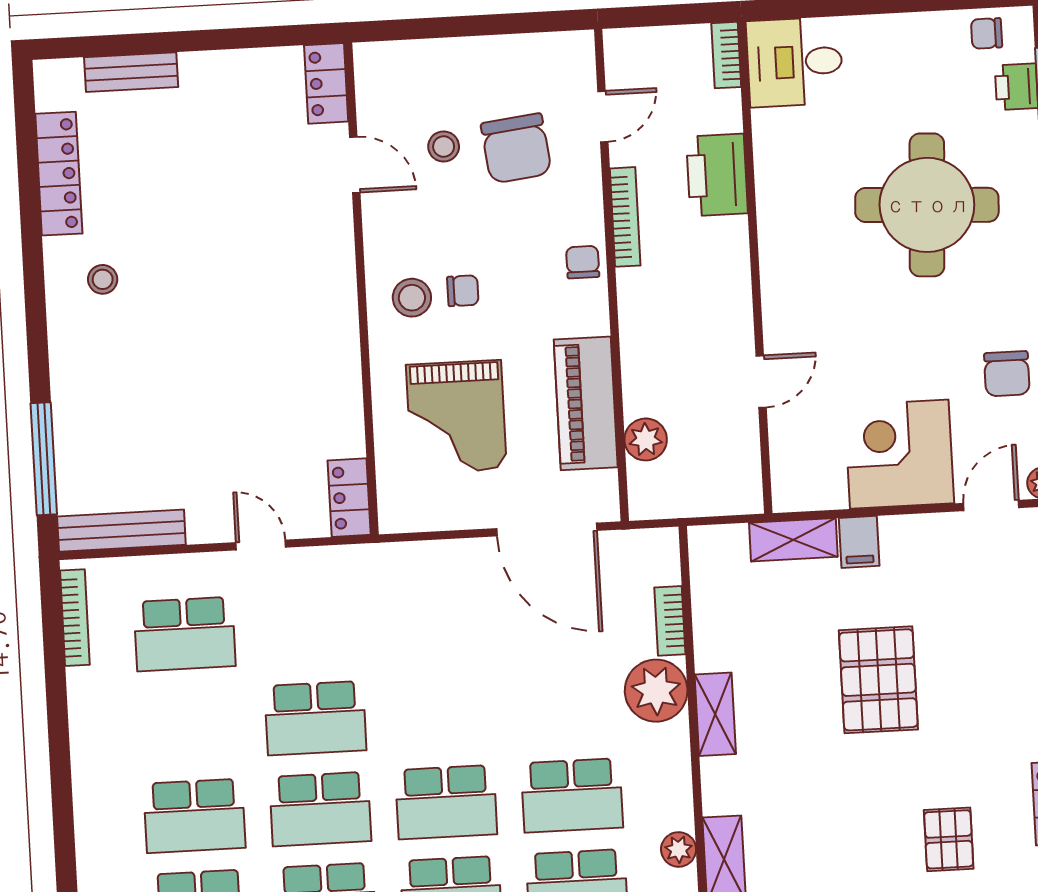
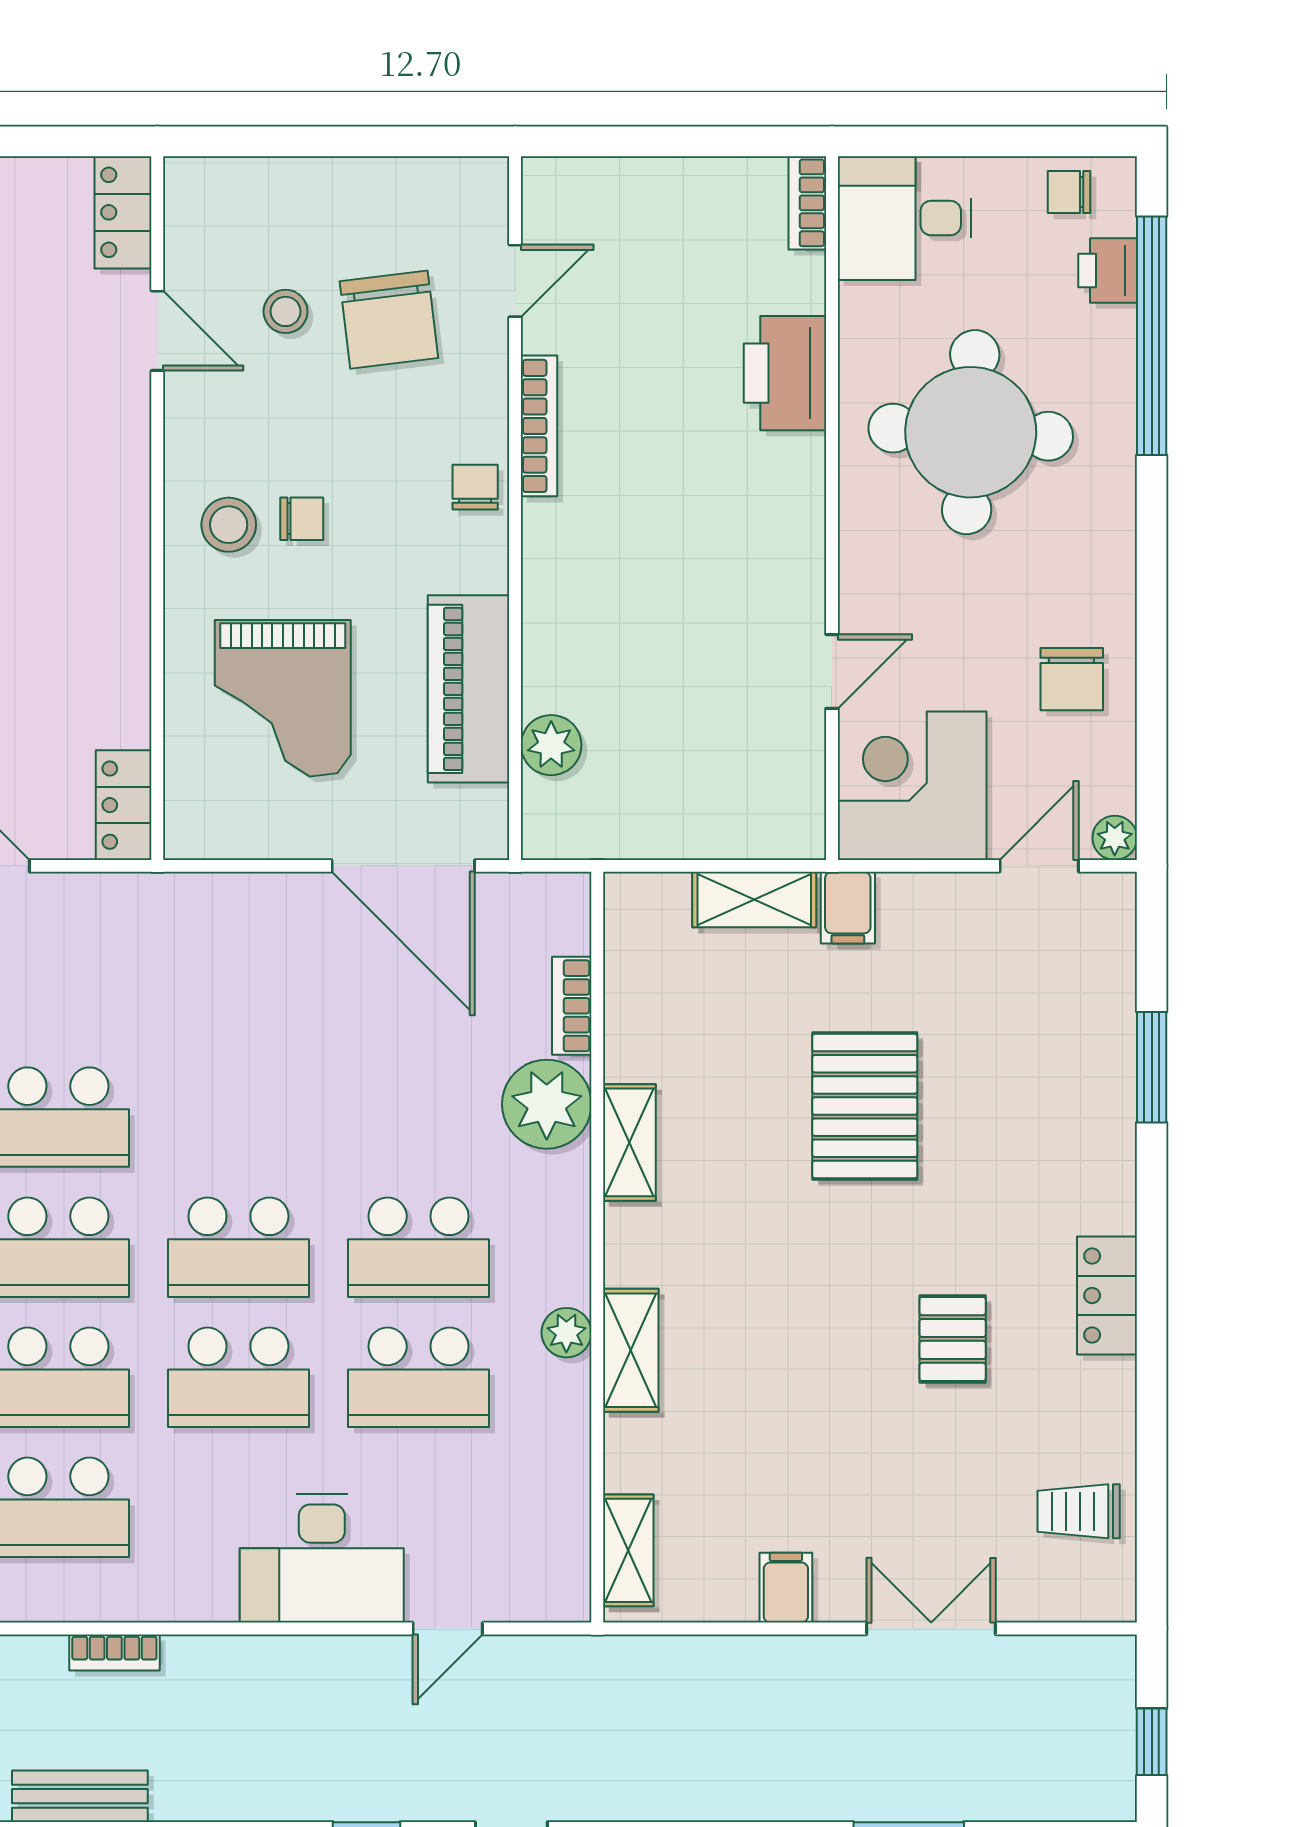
bookcase: (726, 55) -> (807, 203), moved
desk: (795, 62) -> (905, 218), moved
printer: (717, 175) -> (785, 373), moved
wall: (755, 267) -> (832, 508), moved
door: (761, 382) -> (832, 671), moved

